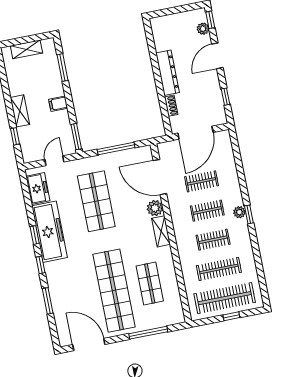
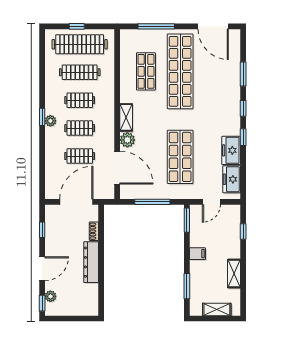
shelving: (20, 111) -> (234, 274), moved
freezer: (50, 232) -> (231, 150), width x0.52, depth x0.79

